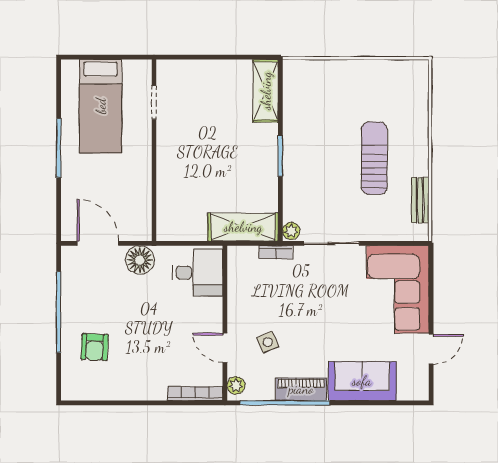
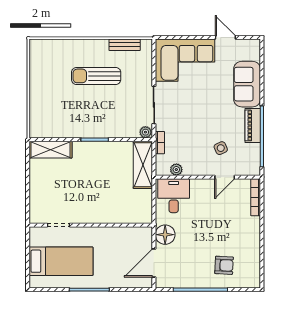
plant: (236, 385) -> (176, 170), moved

